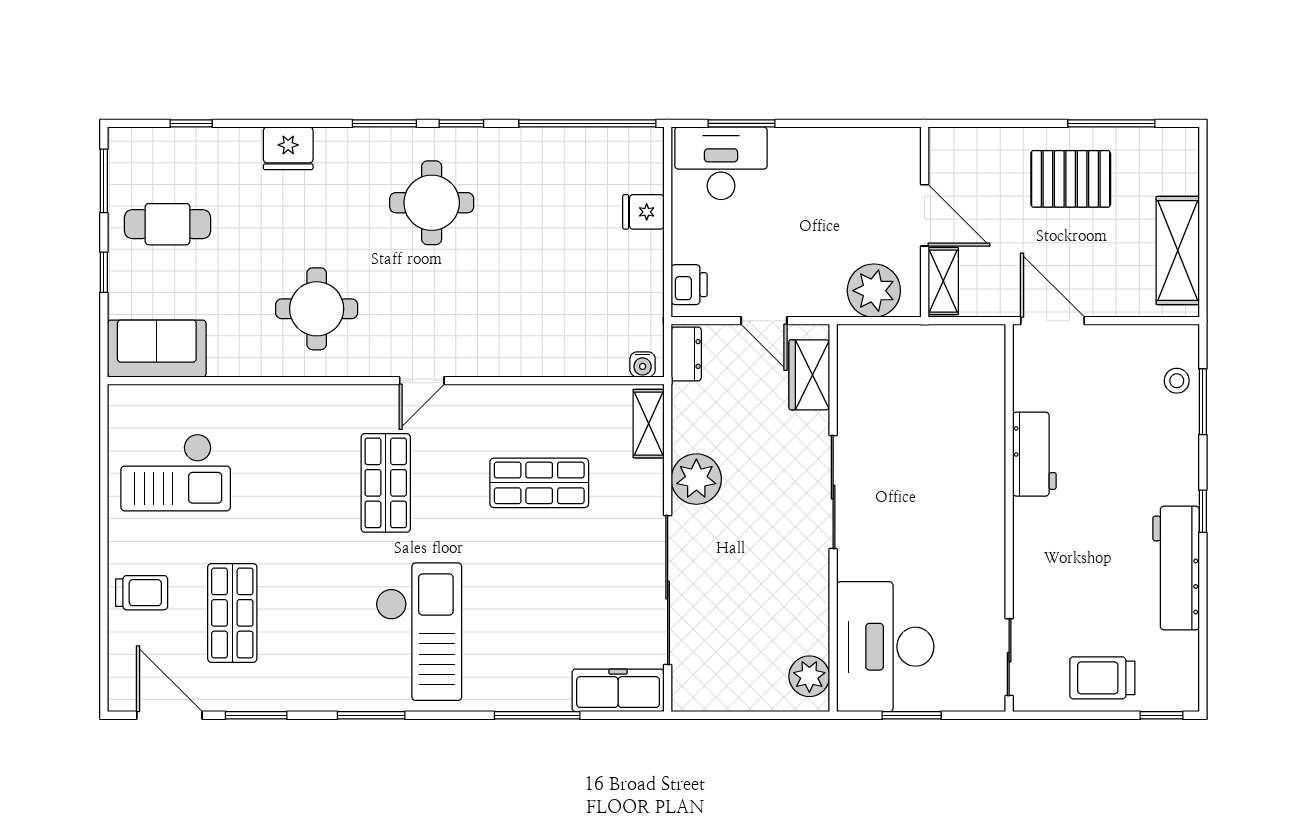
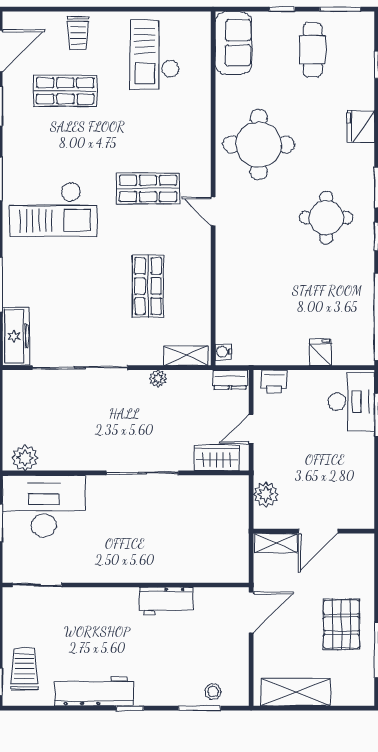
plant: (874, 291) -> (266, 494), width x0.73, depth x0.73
round table: (317, 309) -> (259, 145), width x1.36, depth x1.36
plant: (696, 479) -> (158, 378), width x0.53, depth x0.53
trolley: (1102, 678) -> (24, 669), moved

